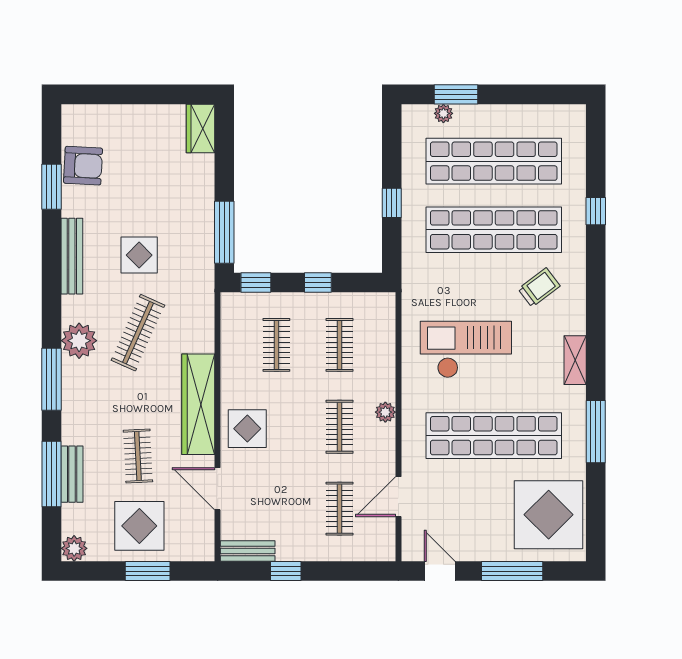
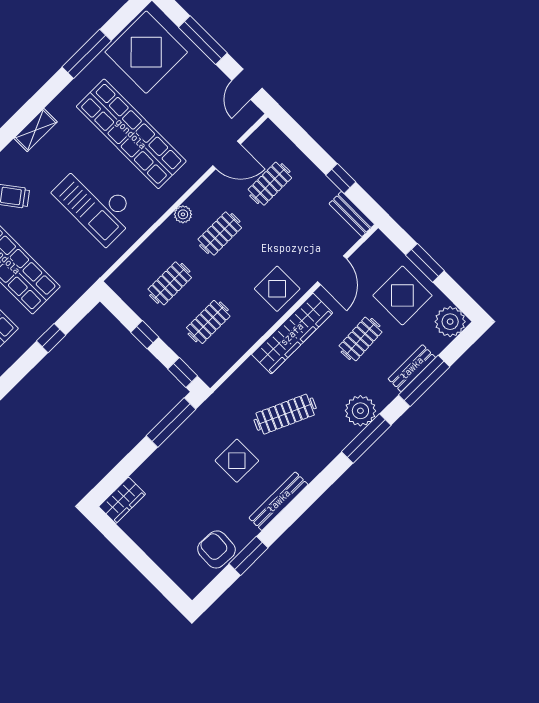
plant: (79, 341) -> (360, 411), moved
window: (596, 432) -> (87, 54), moved
plant: (74, 548) -> (450, 322), width x1.36, depth x1.36

